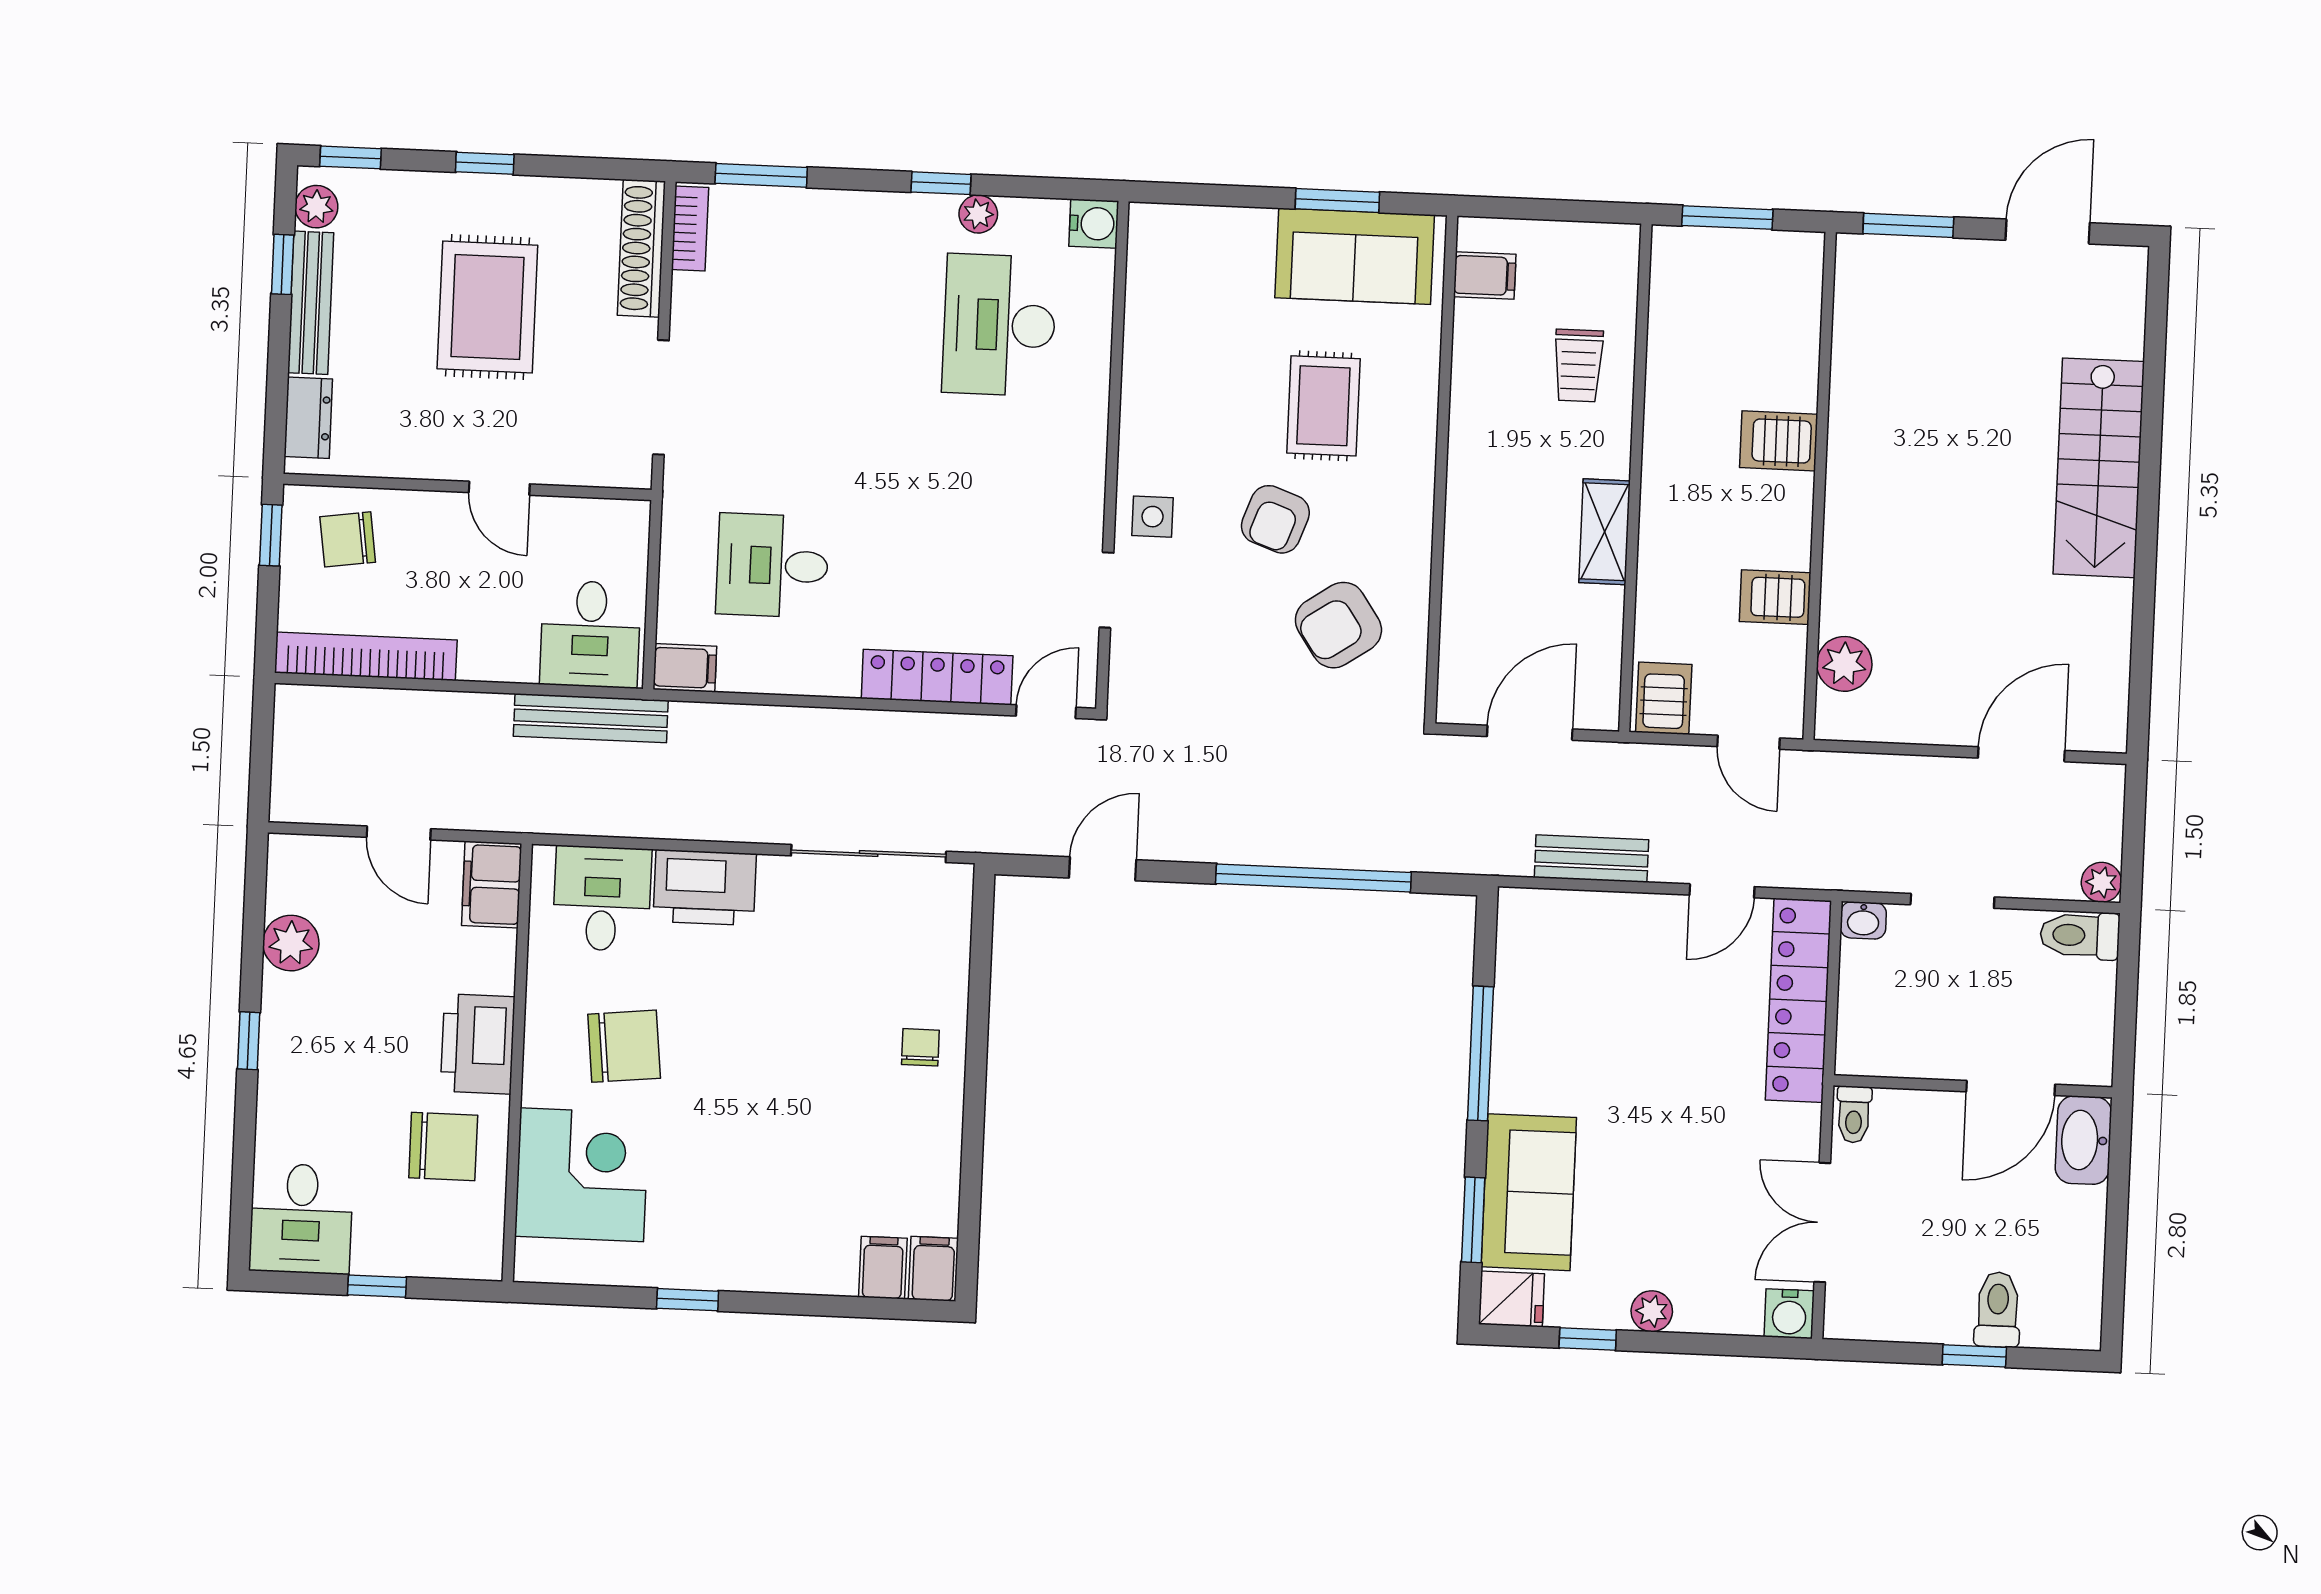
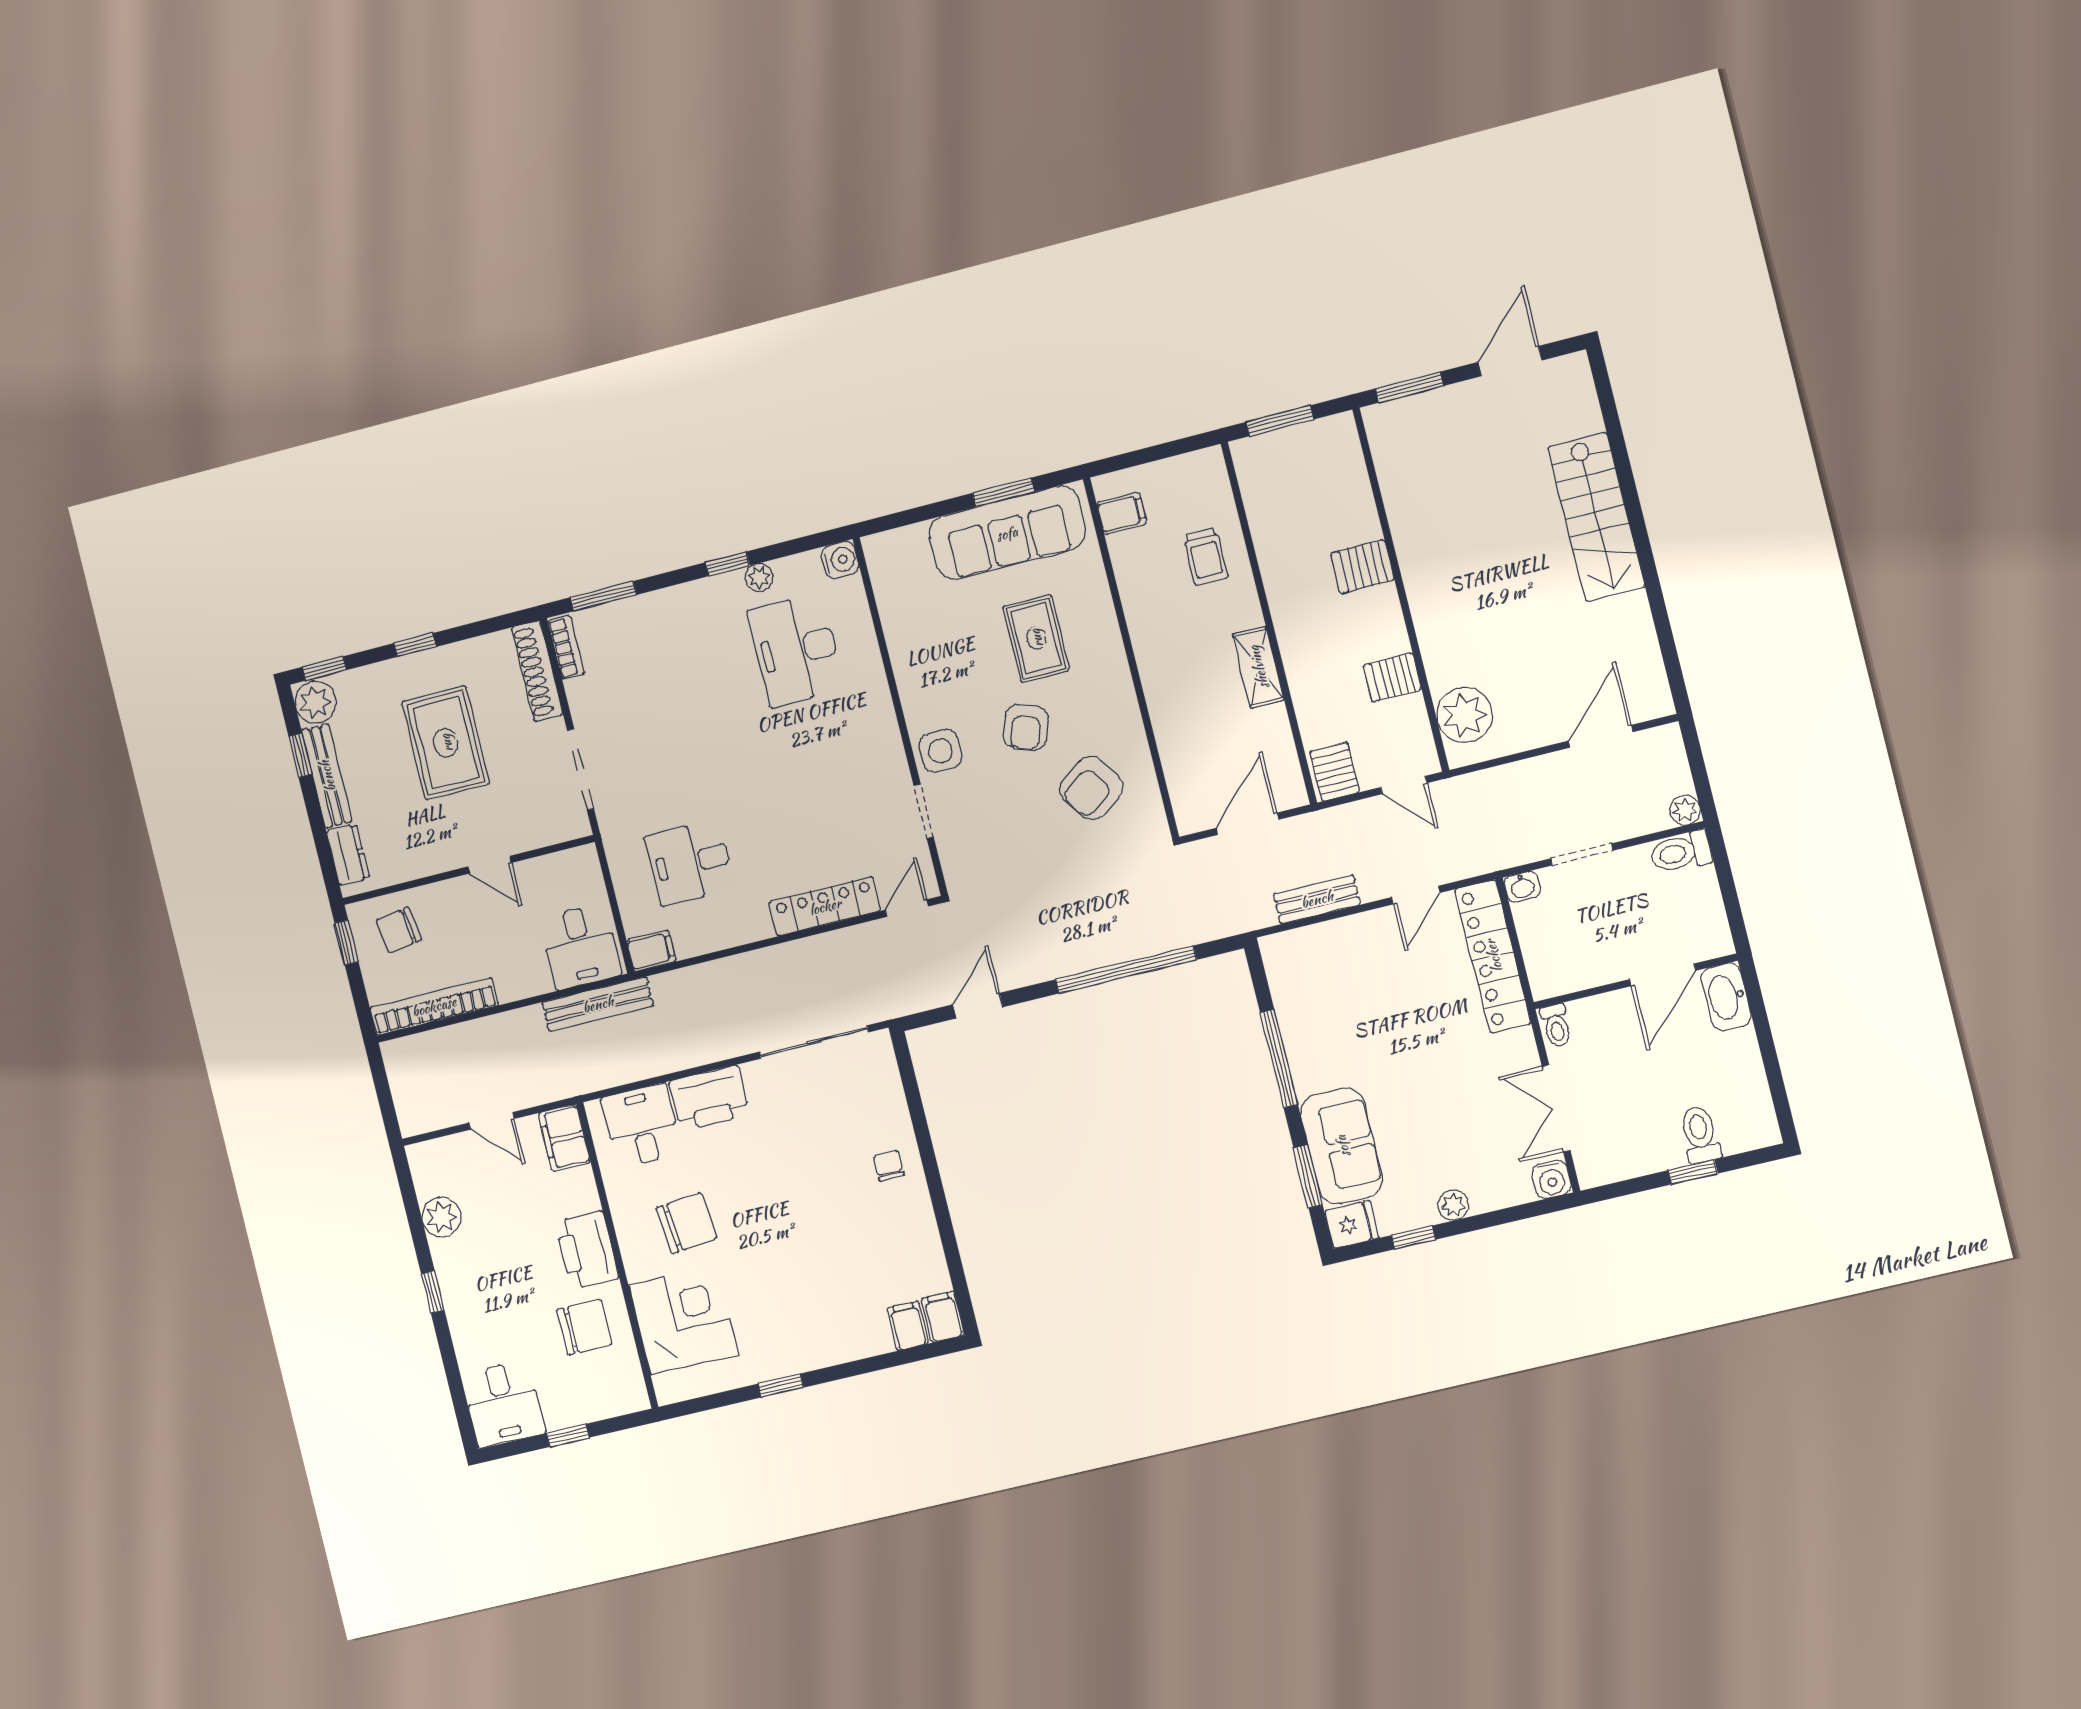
plant: (316, 207) -> (315, 702), width x1.38, depth x1.38
sofa: (1355, 256) -> (1007, 533), width x1.36
side table: (1153, 517) -> (940, 751), width x1.37, depth x1.37
plant: (1844, 664) -> (1464, 715), width x1.36, depth x1.36

